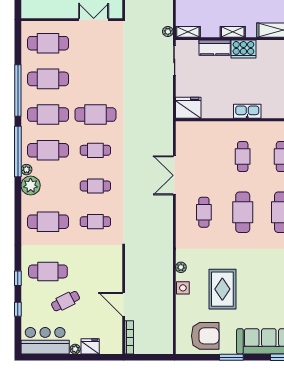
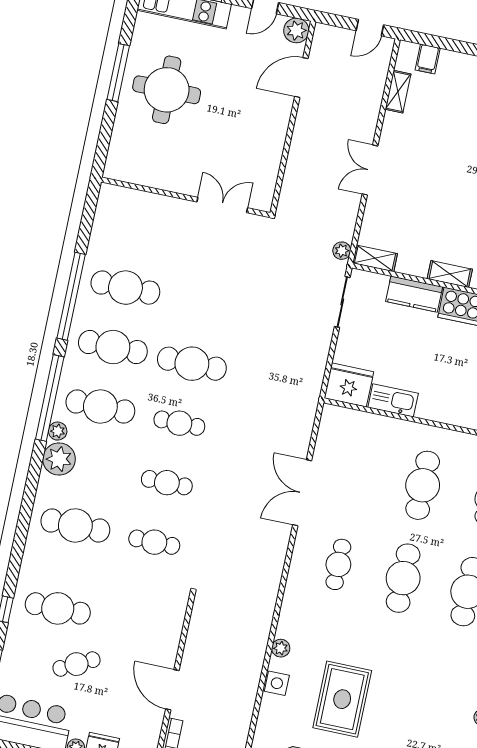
cafe table: (48, 43) -> (138, 228), removed
kitchen sink: (247, 111) -> (393, 400), moved
cafe table: (243, 157) -> (423, 485), width x1.37, depth x1.35

